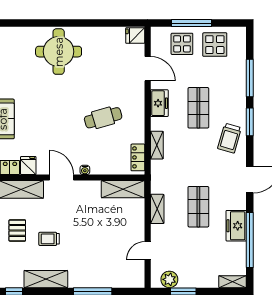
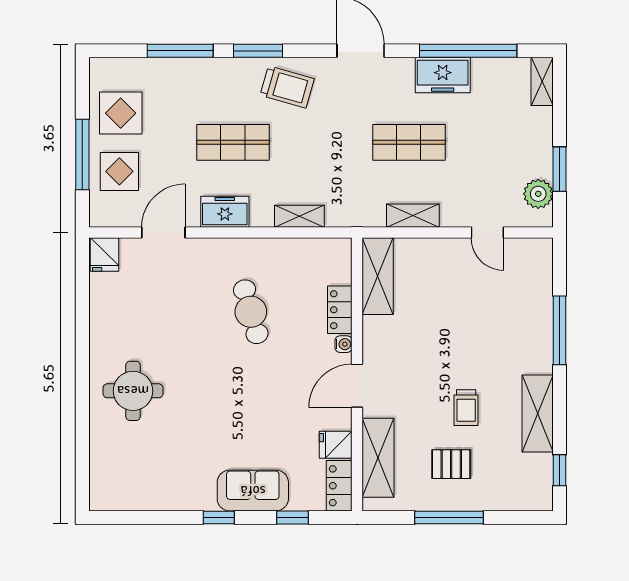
round table: (59, 52) -> (133, 391), width x0.73, depth x0.73
locker: (138, 157) -> (340, 310), moved, turned 90

